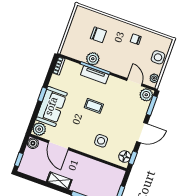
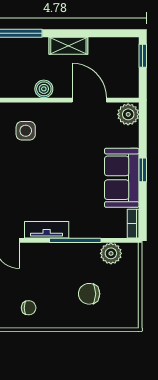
plant: (93, 59) -> (111, 253), moved
tv unit: (95, 75) -> (47, 230), moved
sofa: (51, 106) -> (122, 178), moved
coffee table: (94, 106) -> (57, 181), removed
boiler: (33, 143) -> (44, 89), moved

